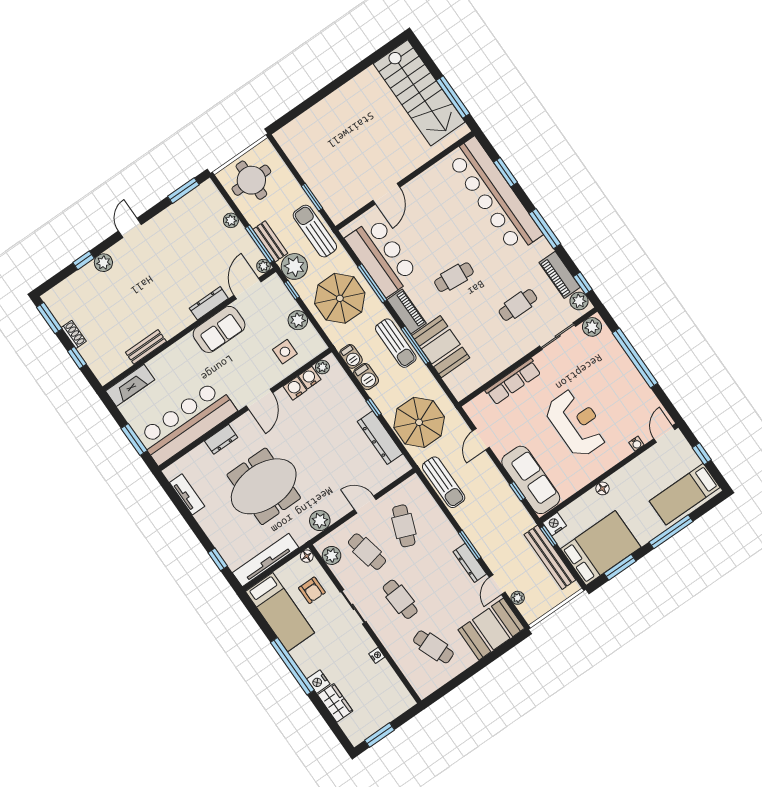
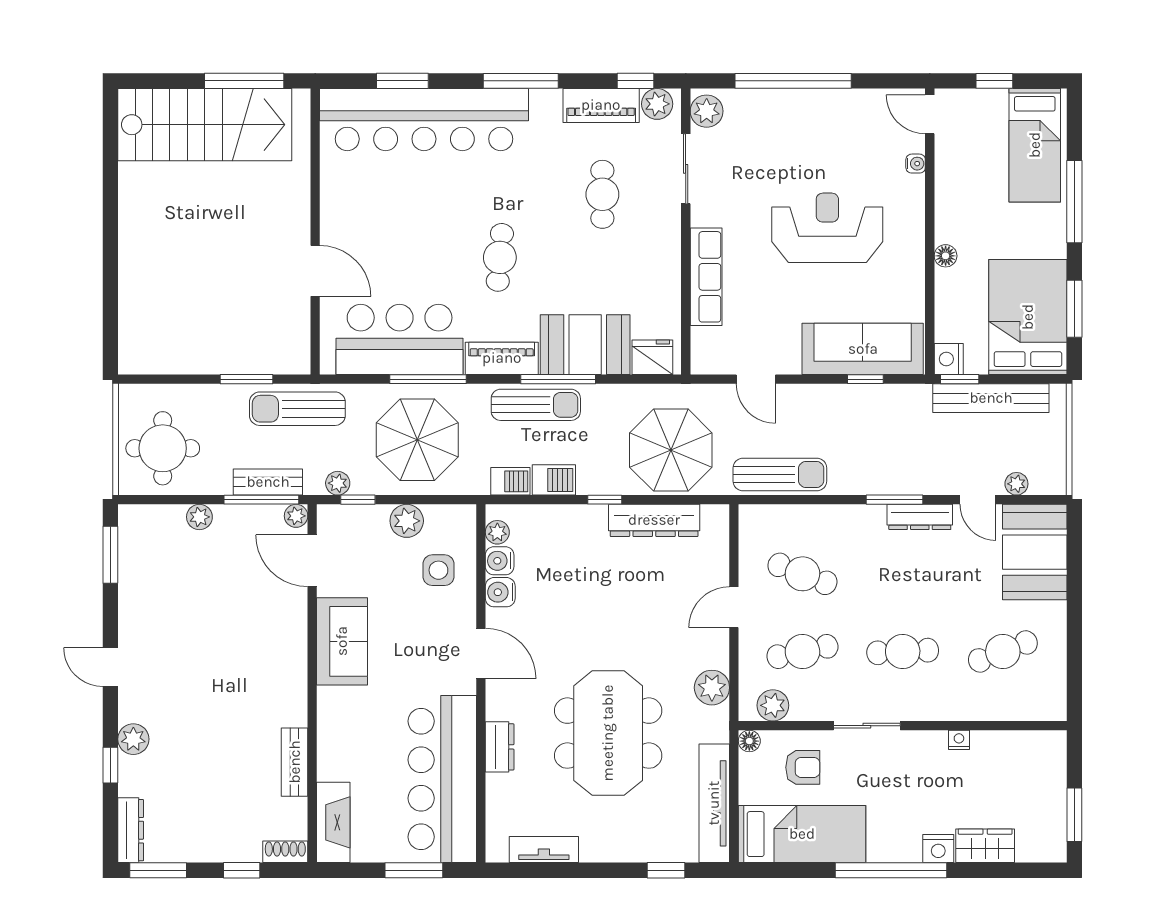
plant: (294, 266) -> (338, 483), width x0.53, depth x0.53
dresser: (209, 303) -> (131, 830), moved, turned 180
shoe rack: (74, 334) -> (285, 852), moved
fridge: (457, 383) -> (652, 357), added

